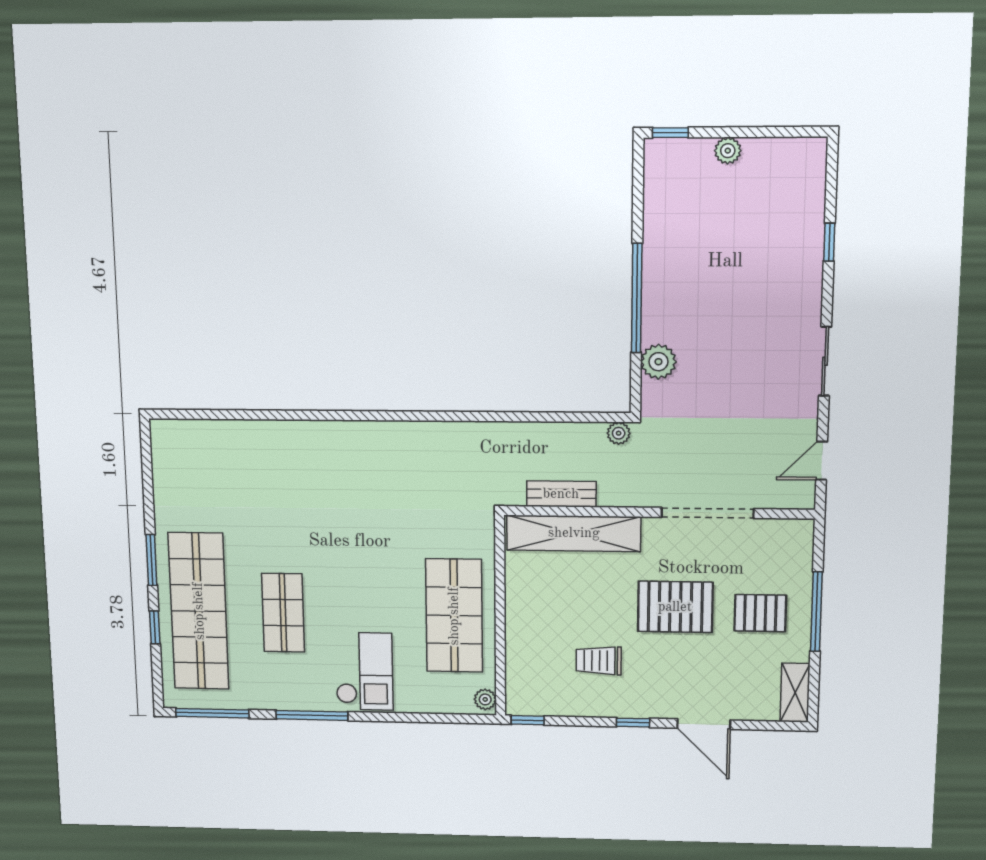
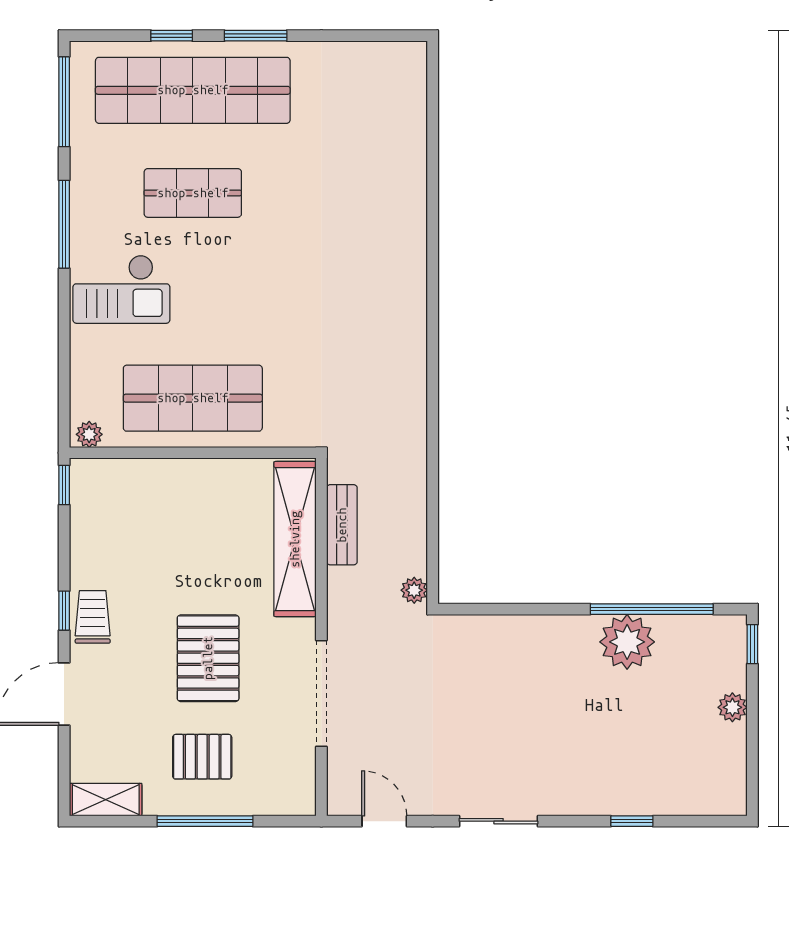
window: (637, 298) -> (652, 609), moved
plant: (658, 362) -> (627, 642), moved, width x1.36, depth x1.36
pallet: (760, 613) -> (202, 757), turned 90
trolley: (599, 661) -> (93, 617), moved

